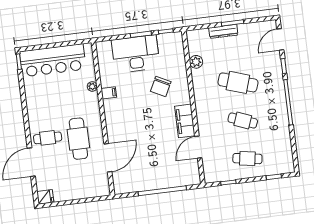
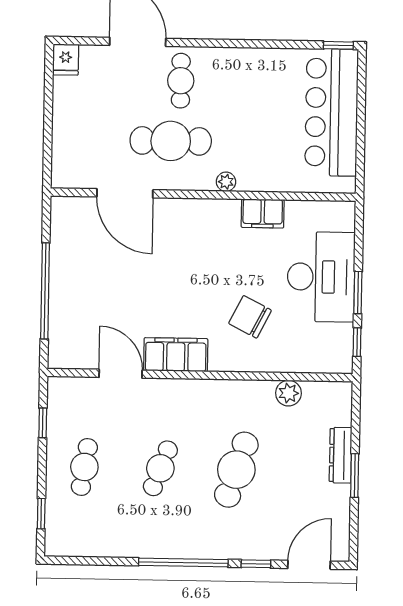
door: (280, 39) -> (309, 565), hinge flipped
plant: (92, 86) -> (226, 182), moved
filing cabinet: (109, 93) -> (263, 213), width x2.00

